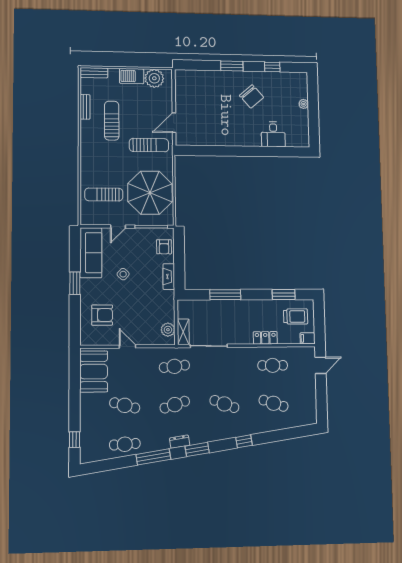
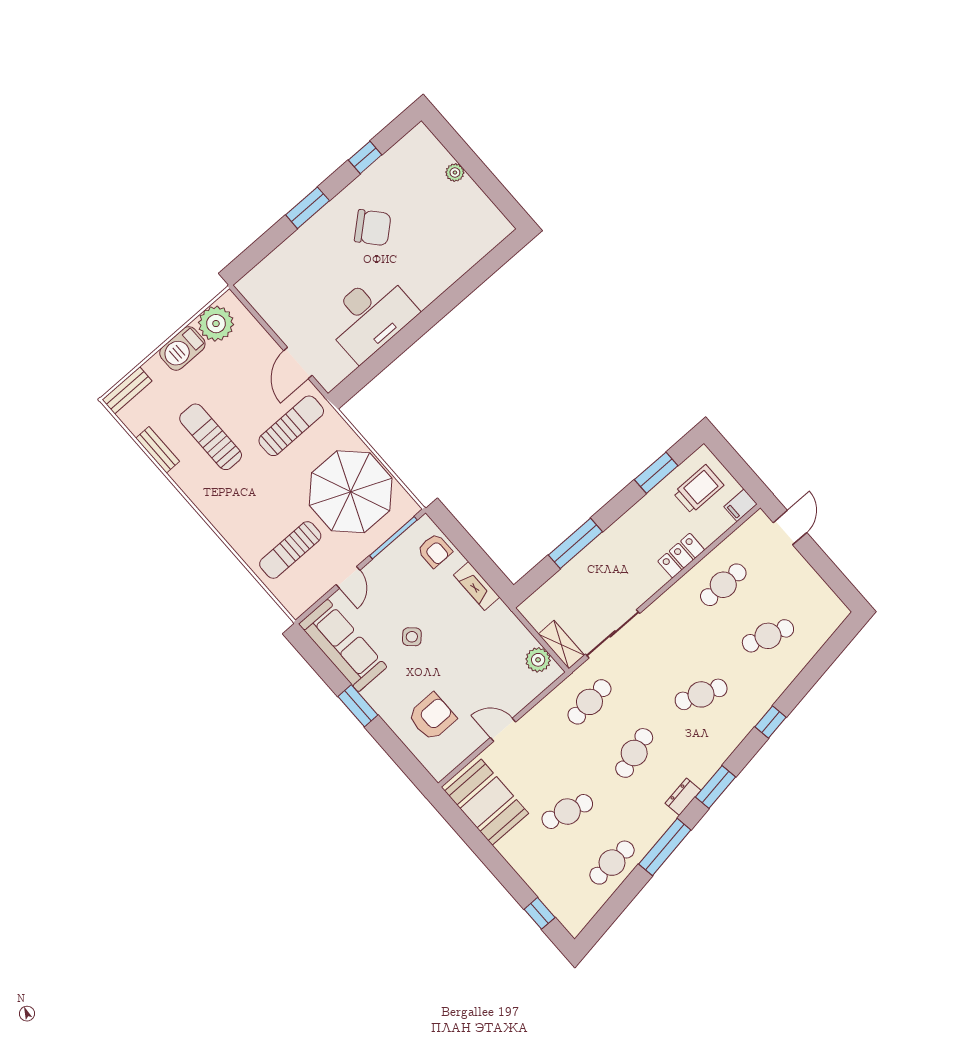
desk: (273, 134) -> (370, 316), moved, width x1.87, depth x1.30

